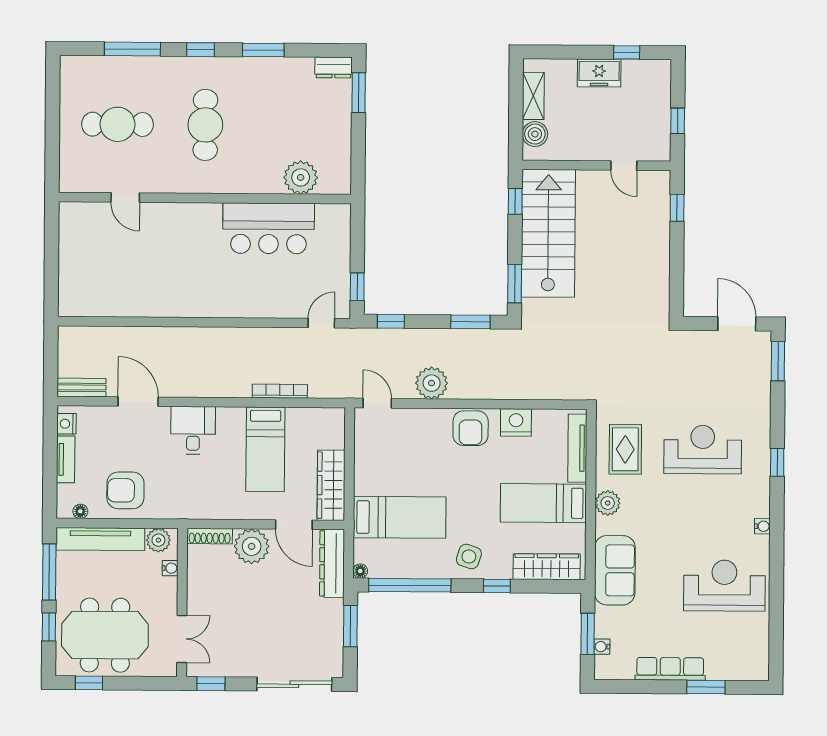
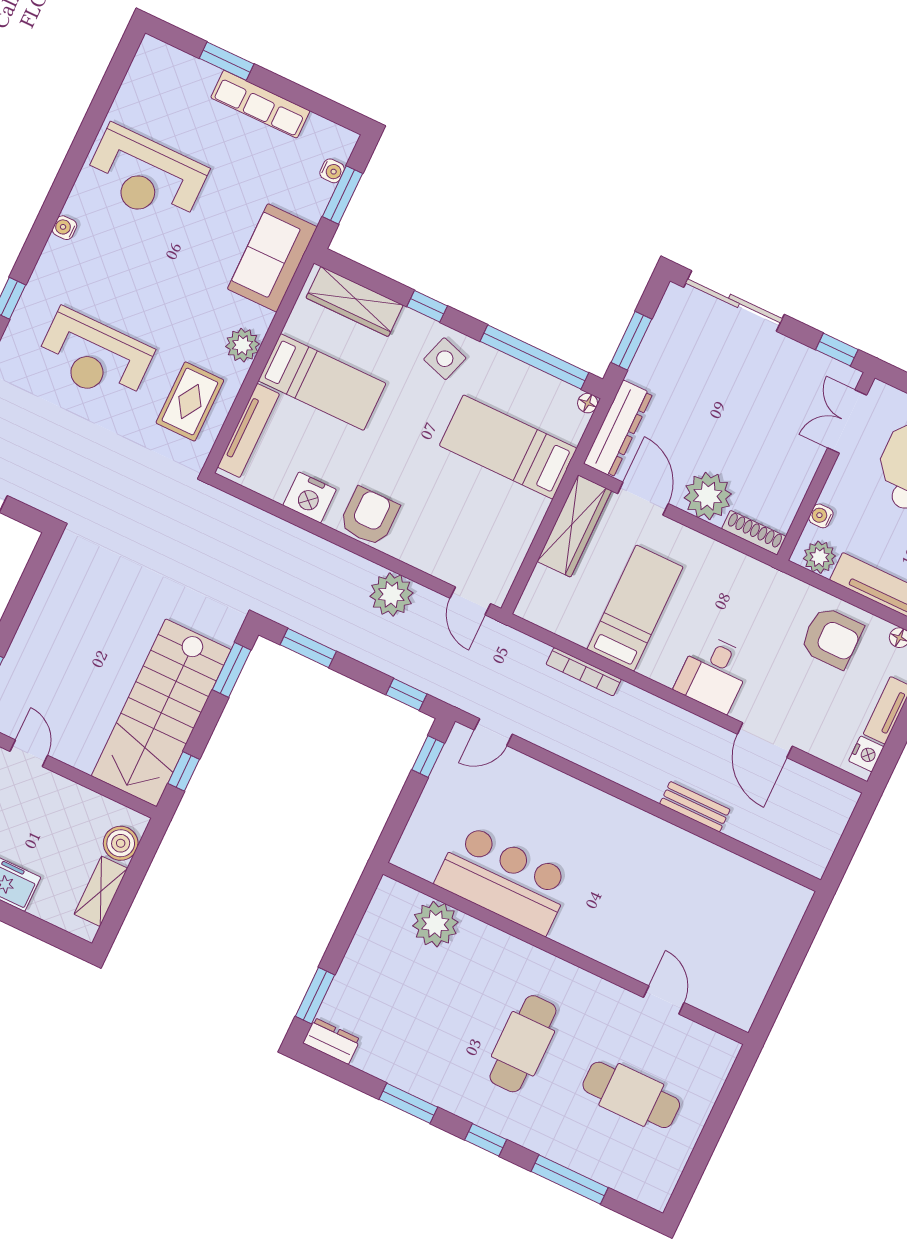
bench: (82, 387) -> (695, 807), moved

